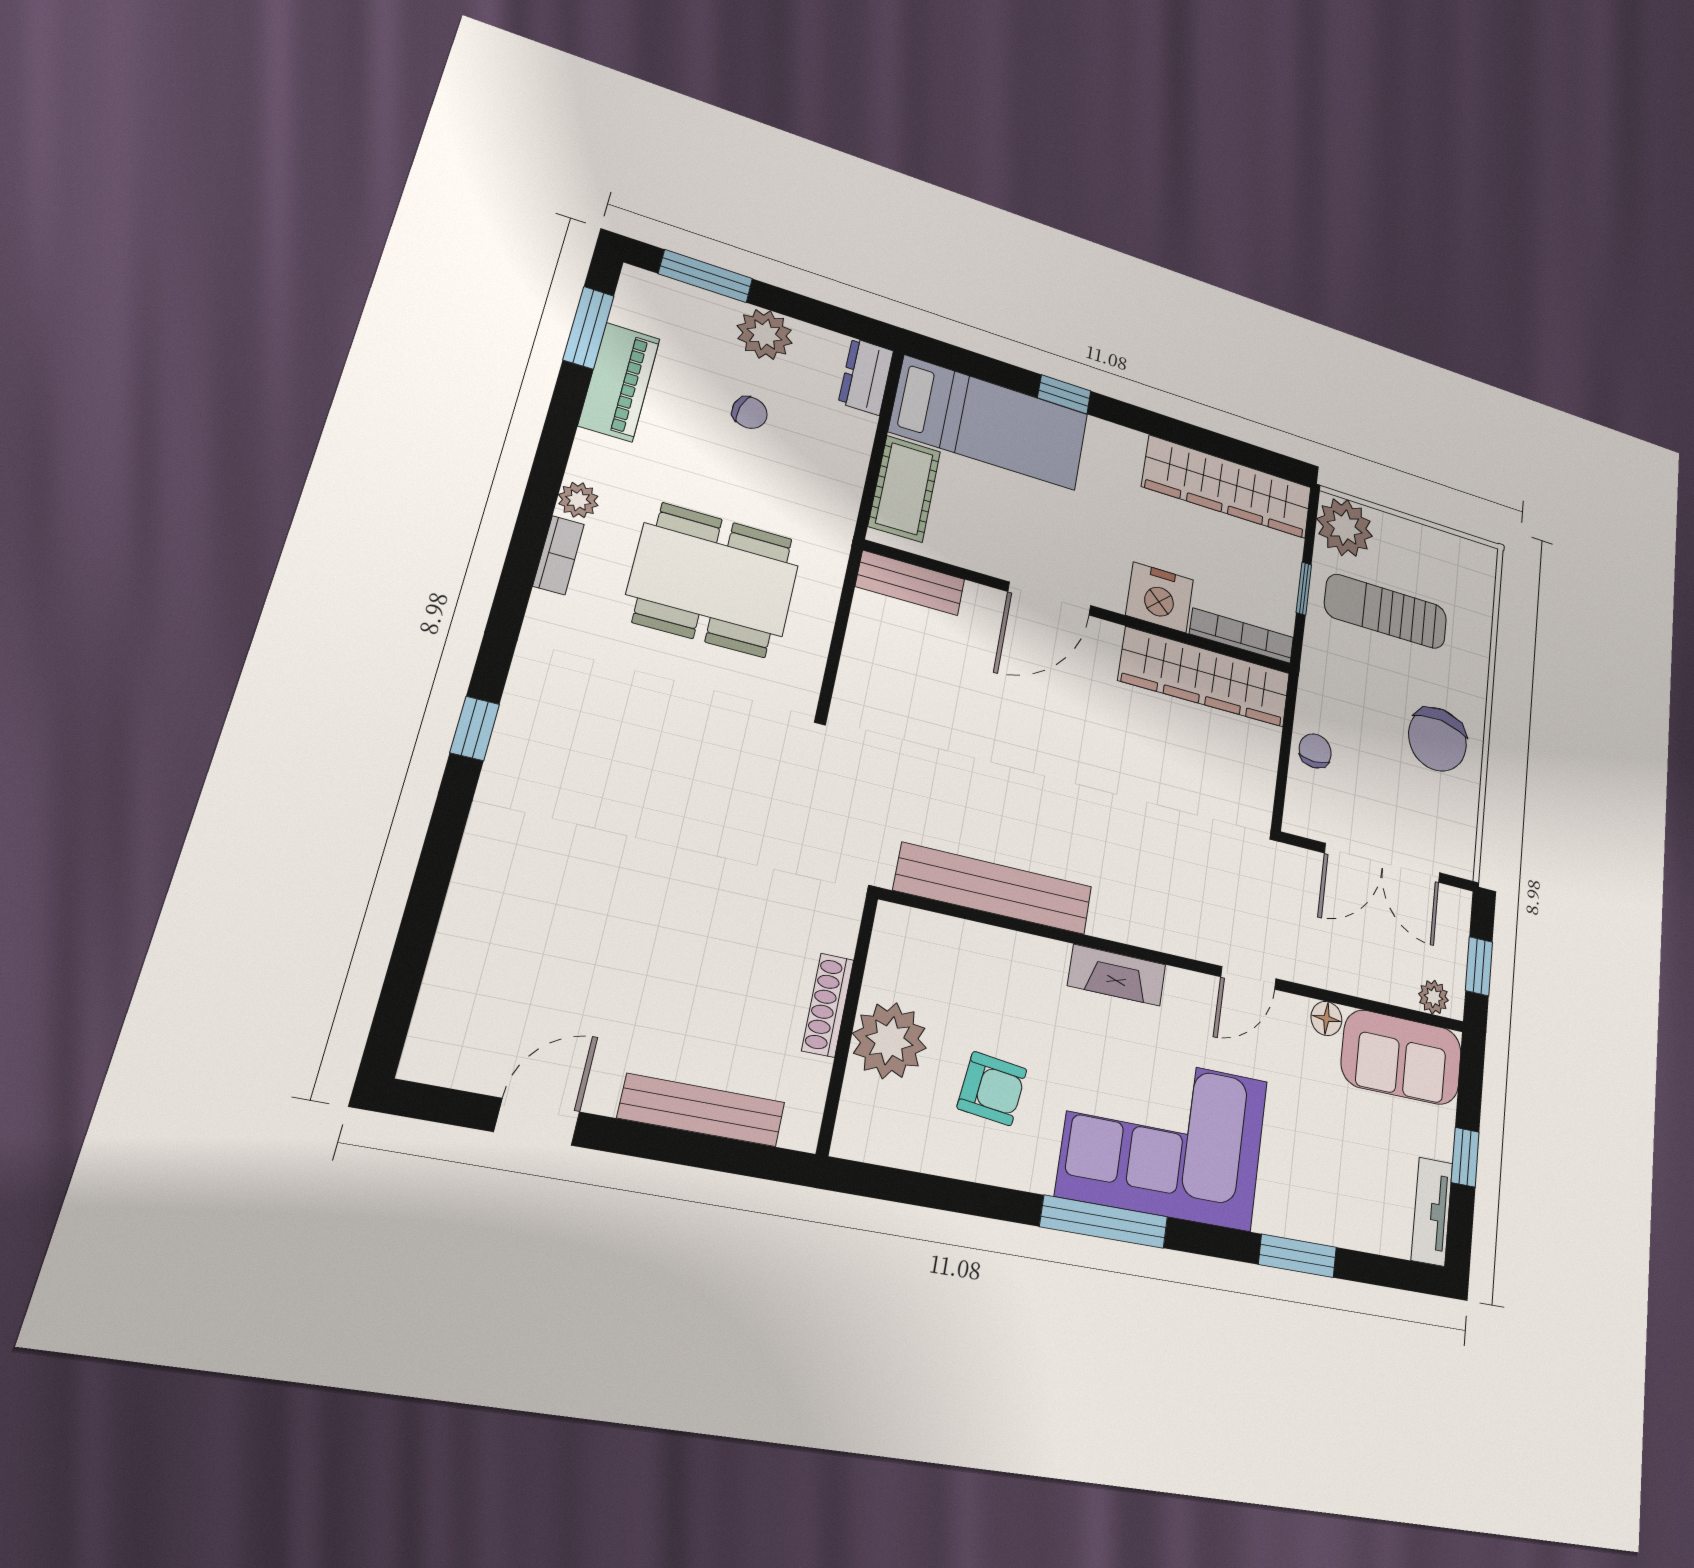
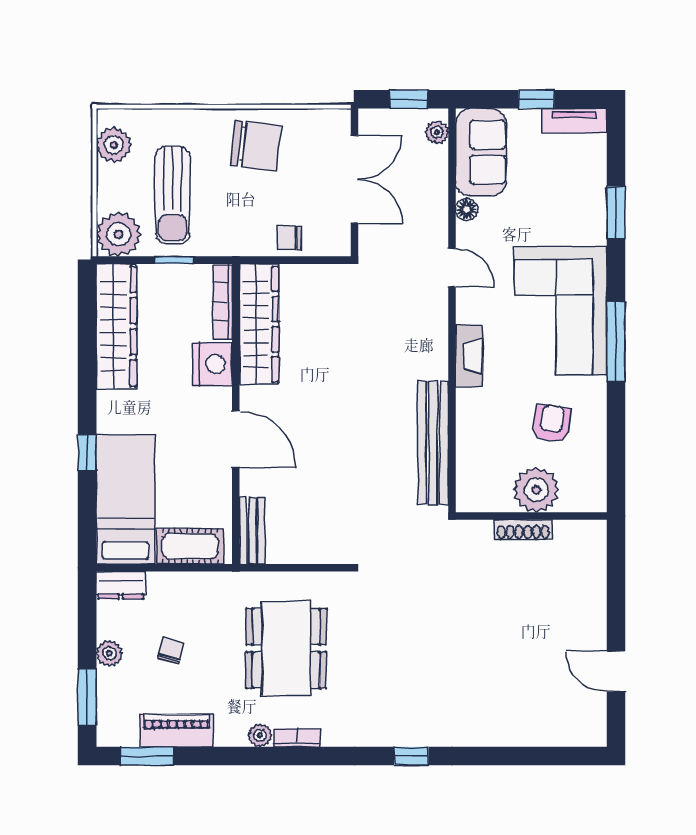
plant: (765, 334) -> (109, 653), width x0.73, depth x0.73
plant: (1454, 556) -> (114, 145), added
bench: (702, 1110) -> (594, 587), removed

